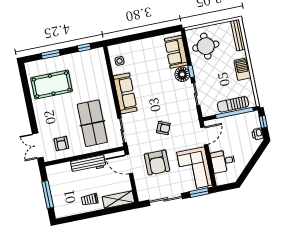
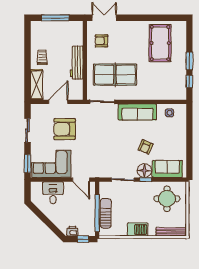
window: (51, 54) -> (189, 61), moved
armchair: (163, 128) -> (145, 147), moved
door: (129, 164) -> (58, 102), moved
sliding door: (166, 199) -> (27, 130), width x0.73

